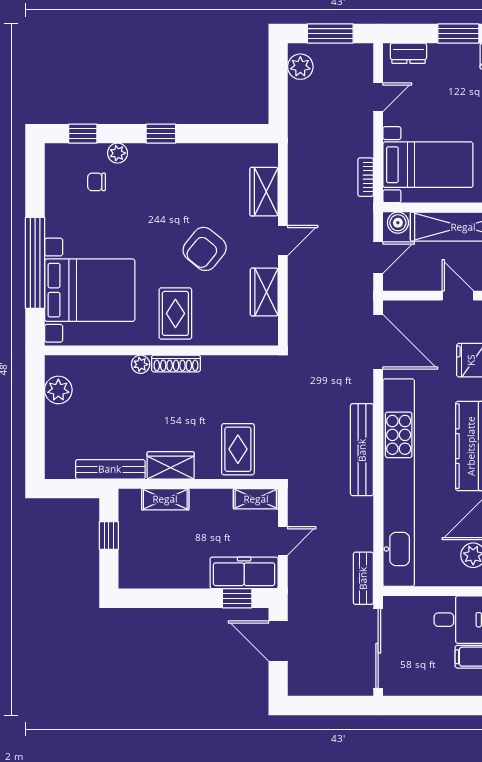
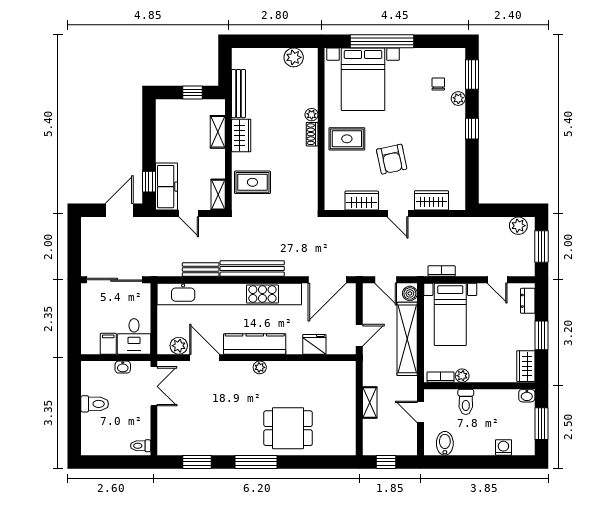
window: (83, 134) -> (472, 74), width x1.50
armchair: (205, 249) -> (392, 159), turned -141
shoe rack: (176, 363) -> (312, 134), width x0.70
bench: (363, 578) -> (201, 269), moved

